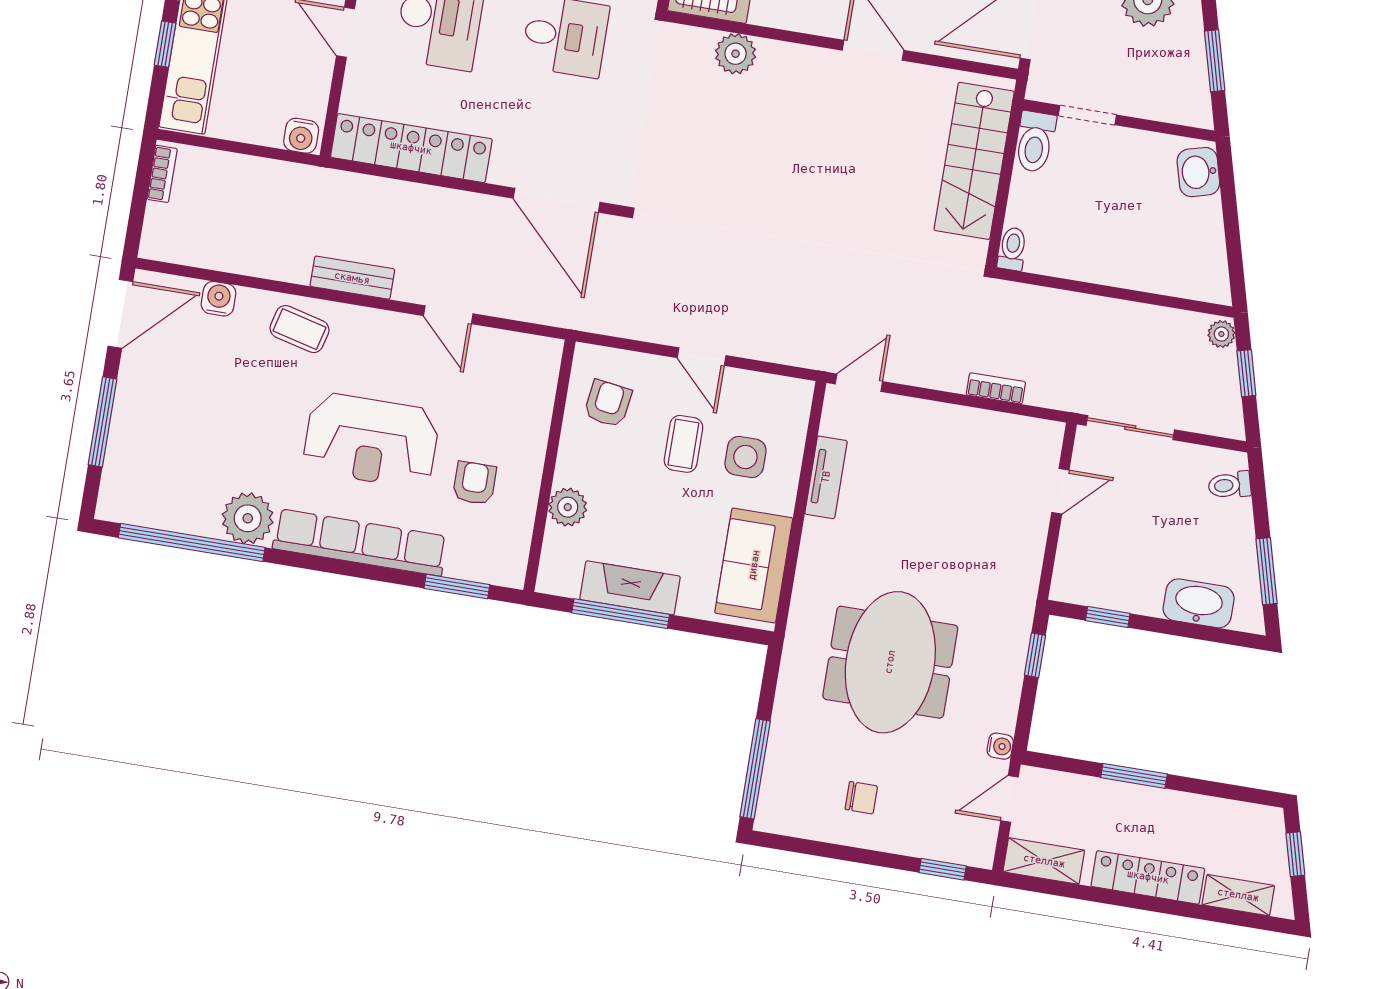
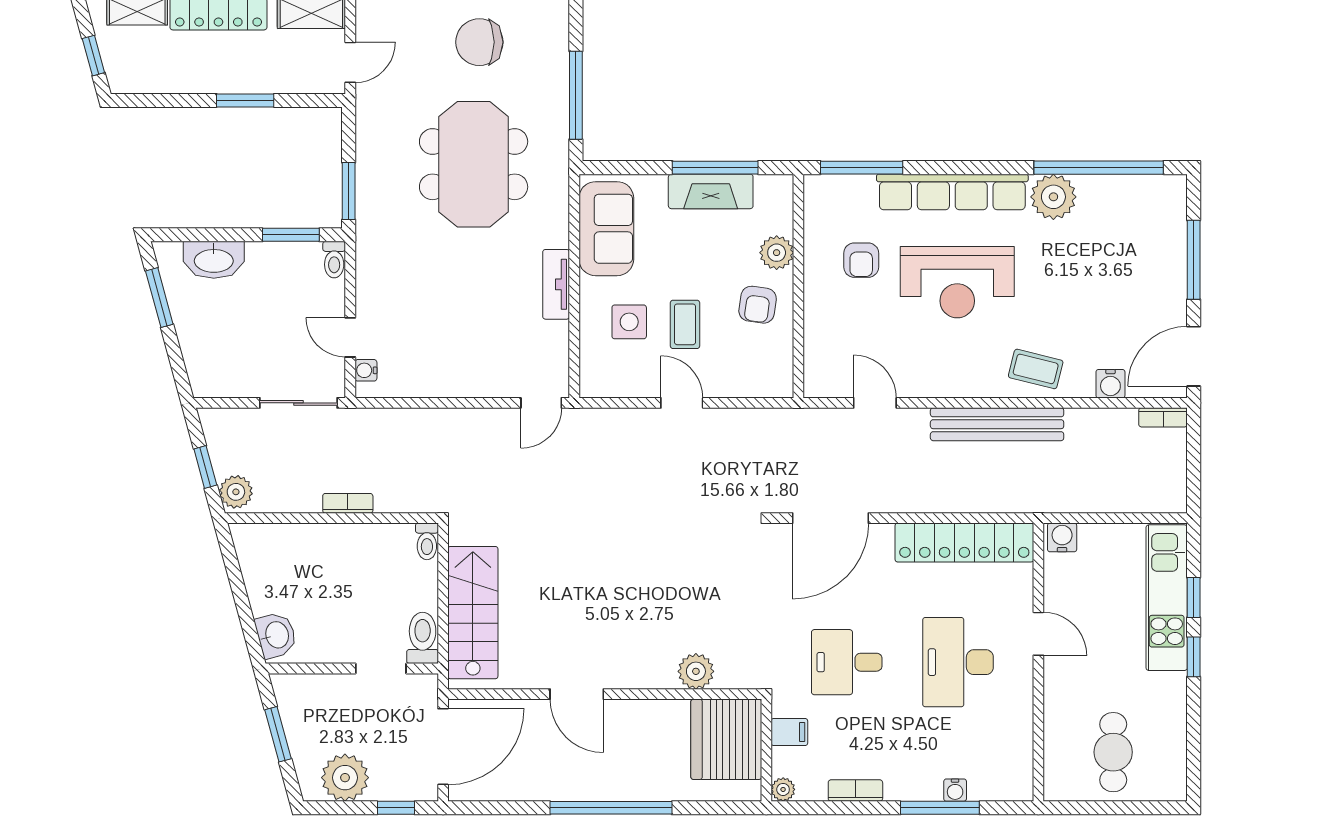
bookcase: (162, 174) -> (1163, 417), moved, turned -90
door: (557, 200) -> (831, 518), swing flipped
bench: (352, 278) -> (997, 424), width x1.86, depth x1.21
door: (448, 315) -> (875, 403), moved
plant: (1221, 334) -> (236, 492), width x1.38, depth x1.38
bookcase: (996, 388) -> (348, 503), moved, turned 180
armchair: (608, 403) -> (758, 305), moved
reception desk: (371, 441) -> (957, 282), turned 180
tv unit: (826, 477) -> (556, 284), moved
toilet: (1230, 485) -> (334, 260), moved, turned 105
door: (1060, 491) -> (350, 337), hinge flipped
window: (457, 586) -> (862, 168), width x1.44
window: (1108, 617) -> (291, 235), width x1.50
window: (1035, 655) -> (349, 191), width x1.50
water cooler: (1000, 746) -> (366, 370), moved
window: (755, 769) -> (576, 95), moved
chair: (861, 798) -> (479, 42), width x1.87, depth x1.87

